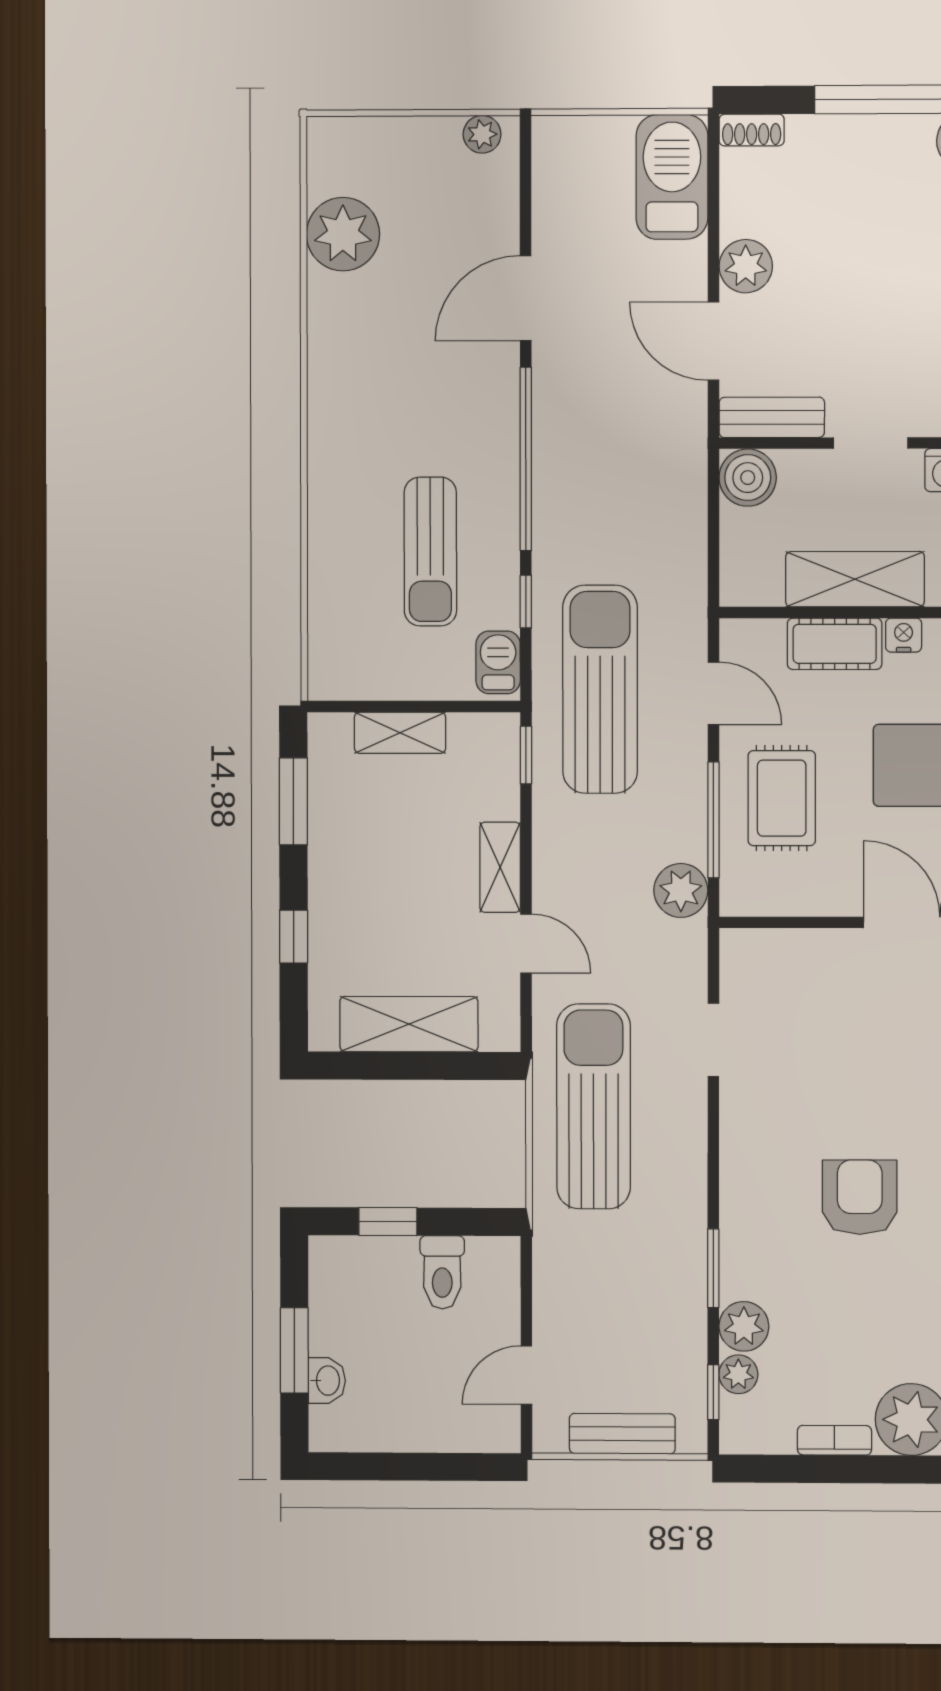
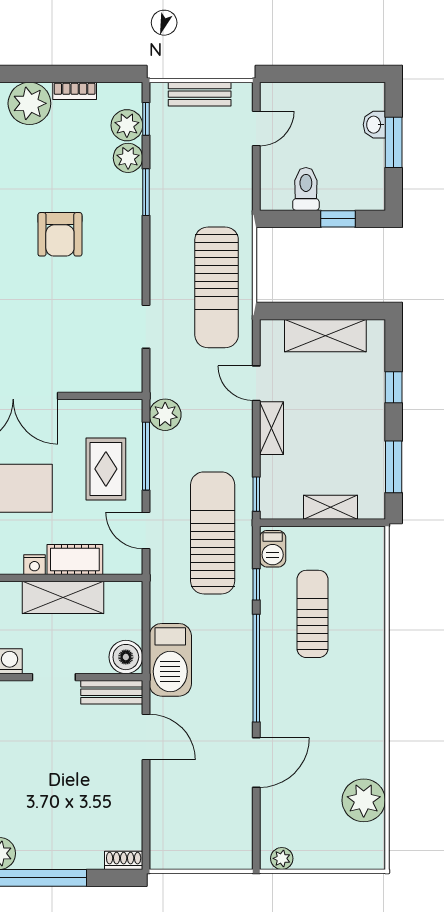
barbecue: (672, 177) -> (170, 660), moved
plant: (746, 266) -> (127, 781), removed
sun lounger: (600, 689) -> (213, 533), turned 180
plant: (738, 1374) -> (127, 125), width x1.38, depth x1.38

